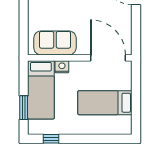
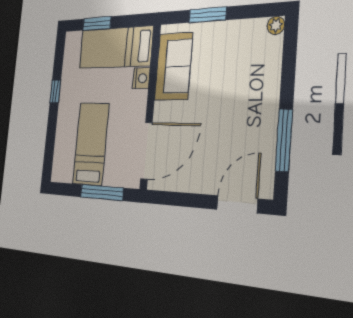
window: (24, 21) -> (208, 15), added
window: (136, 90) -> (102, 192), added
window: (51, 139) -> (55, 91), moved

